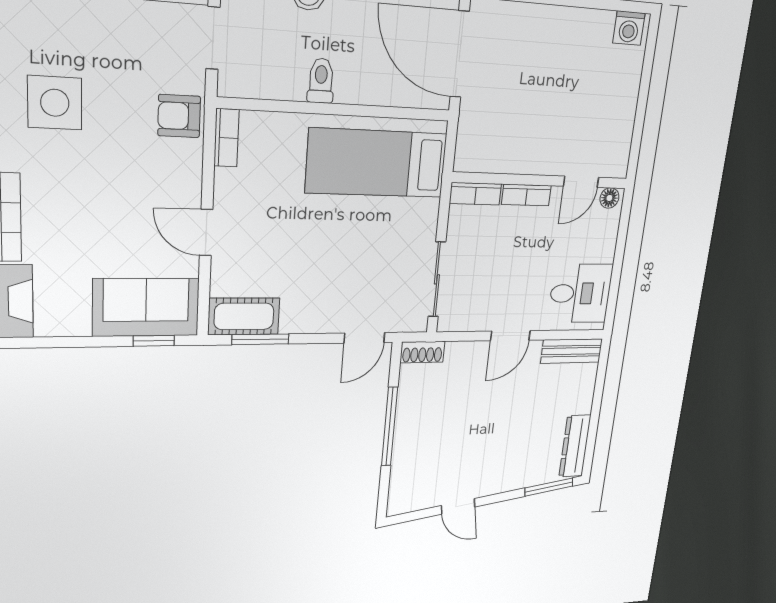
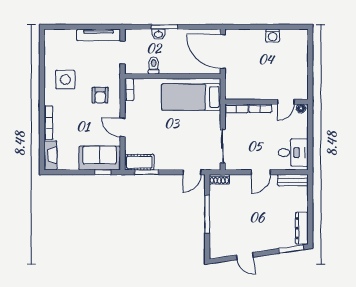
washing machine: (629, 28) -> (273, 36), moved
toilet: (321, 81) -> (154, 66), moved
armchair: (179, 116) -> (100, 95), moved, turned -90

